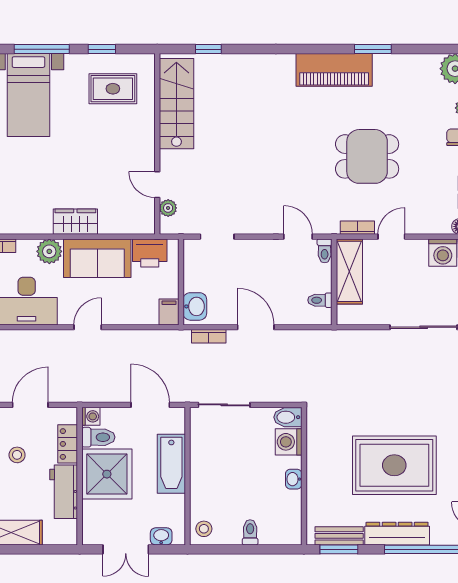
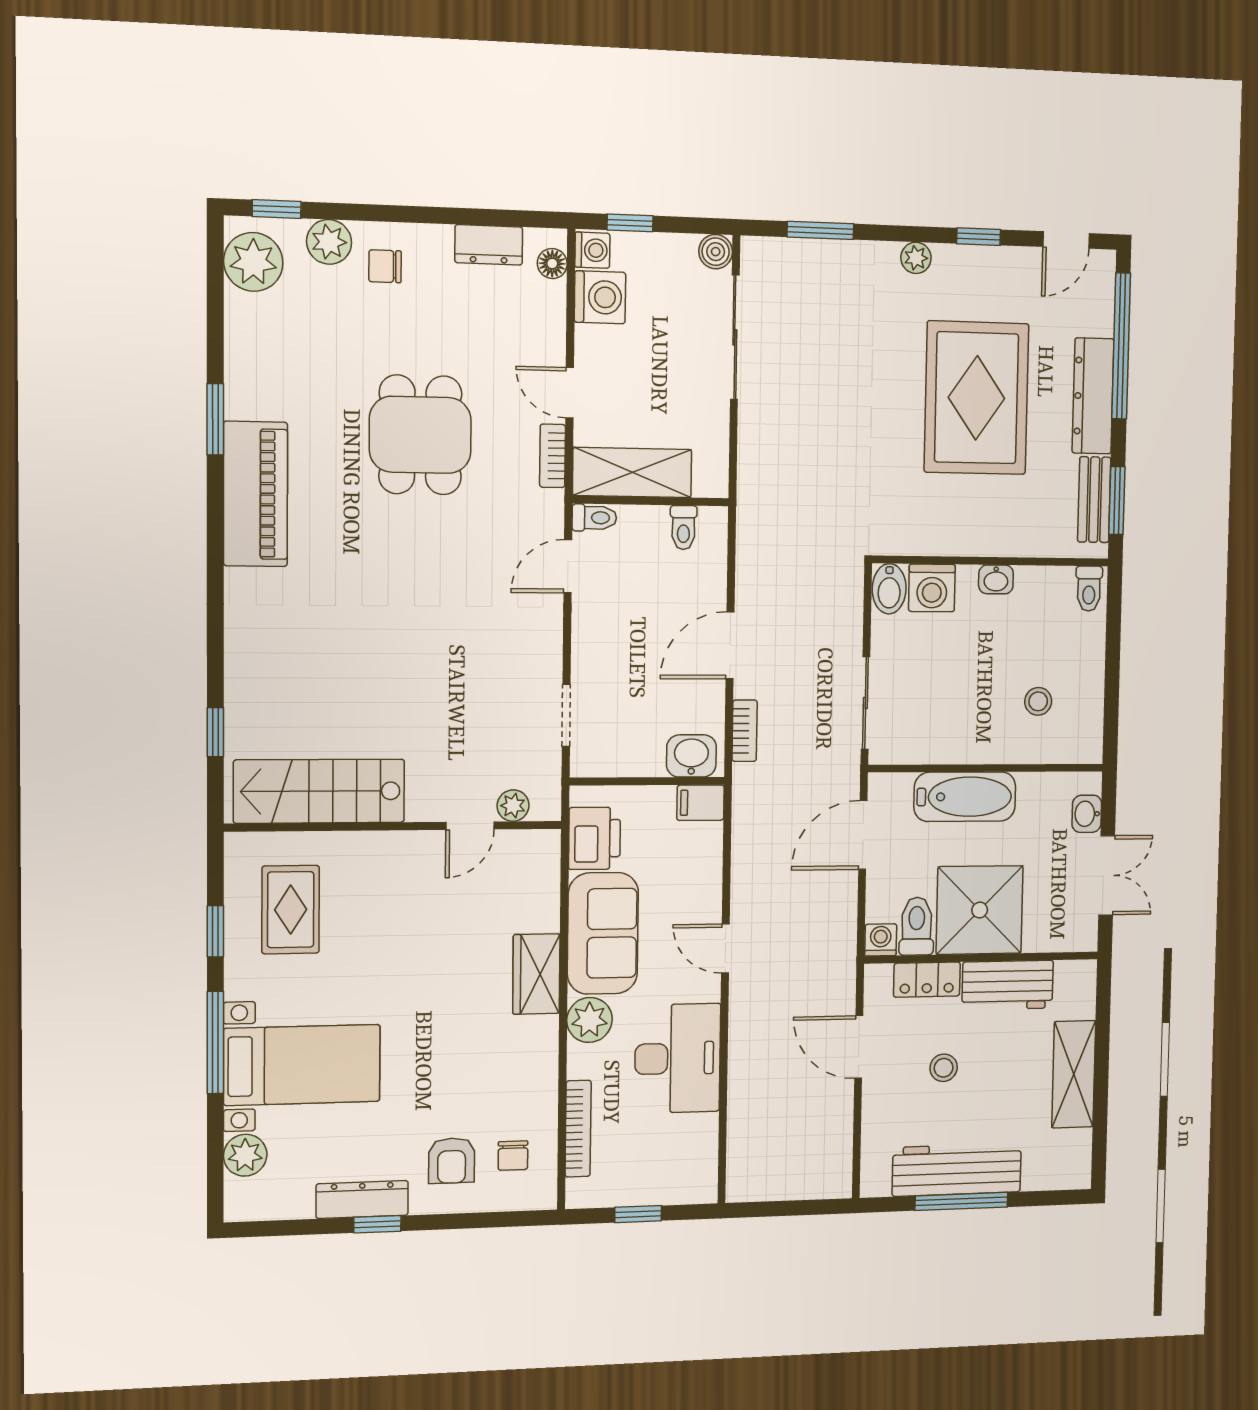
stool: (204, 529) -> (1038, 701), moved
toilet: (250, 532) -> (1089, 589), moved, turned -90

